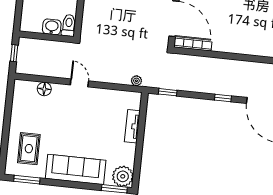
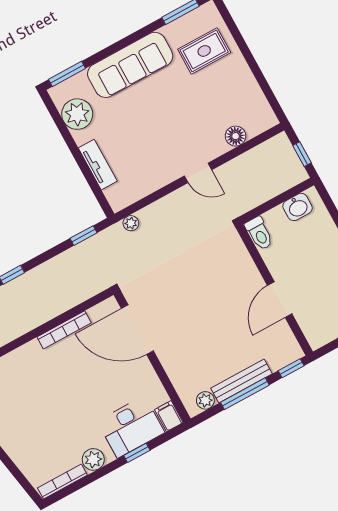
washbasin: (52, 27) -> (298, 207), moved
bookcase: (193, 45) -> (64, 330), moved
rug: (29, 149) -> (204, 51), turned 90
plant: (123, 176) -> (77, 114), moved

